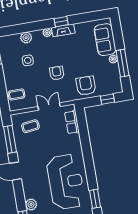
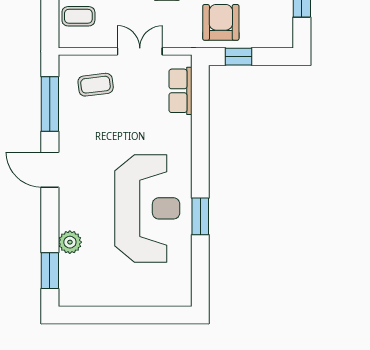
window: (107, 99) -> (239, 57), moved
window: (95, 199) -> (200, 216), moved

